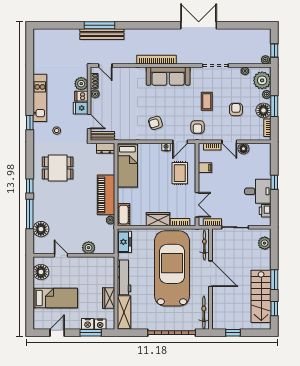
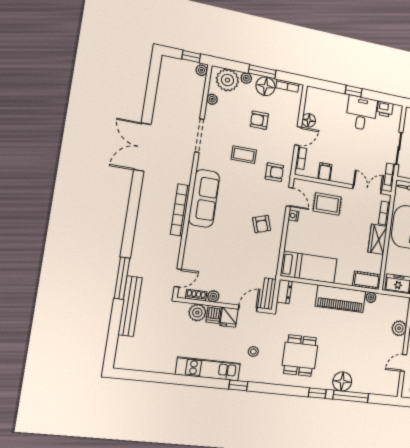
bench: (102, 34) -> (130, 306), moved
floor lamp: (41, 229) -> (342, 381), moved

